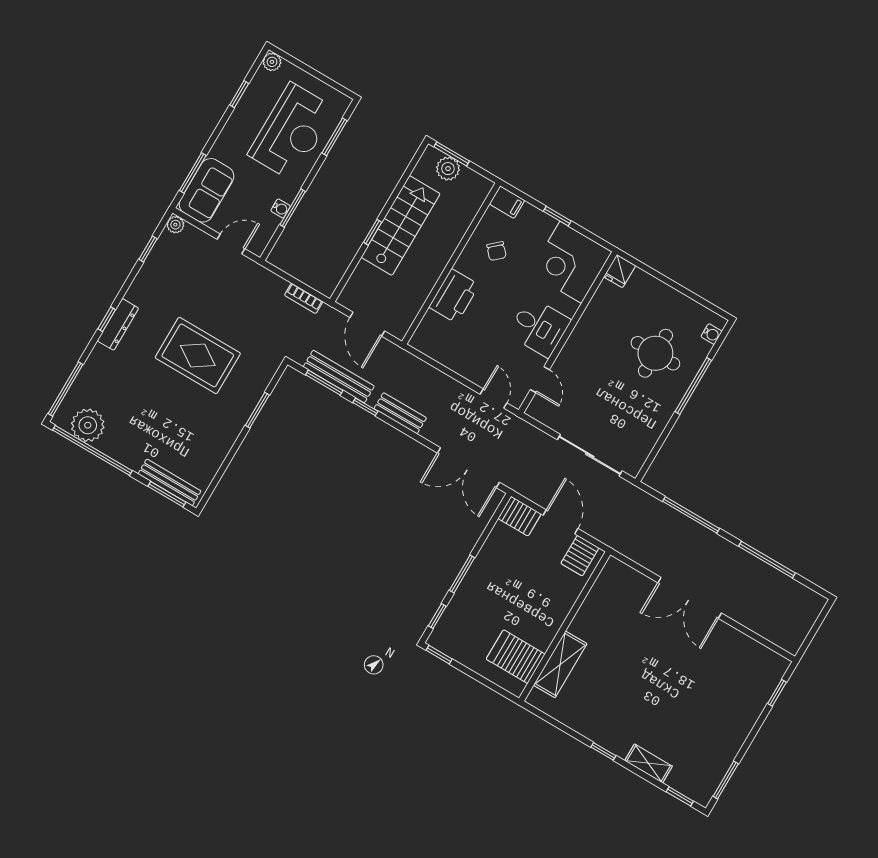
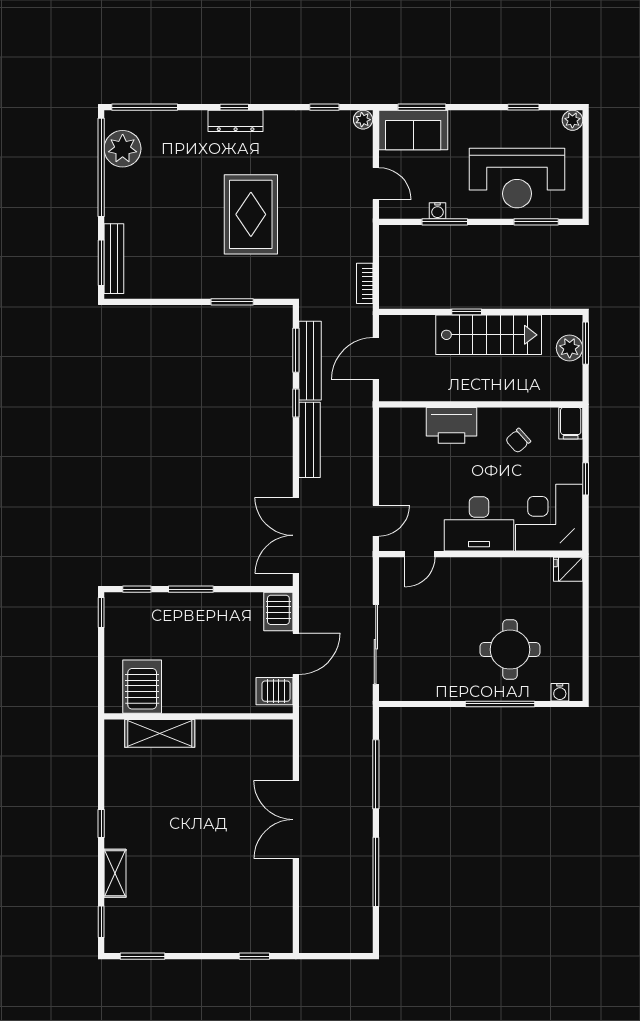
desk: (539, 327) -> (479, 524), width x1.37
bench: (400, 413) -> (309, 440), width x1.36

